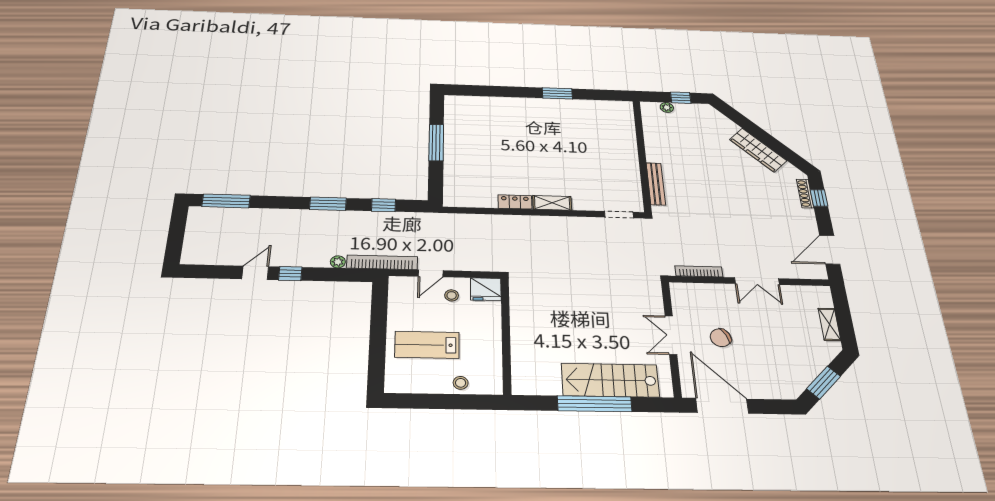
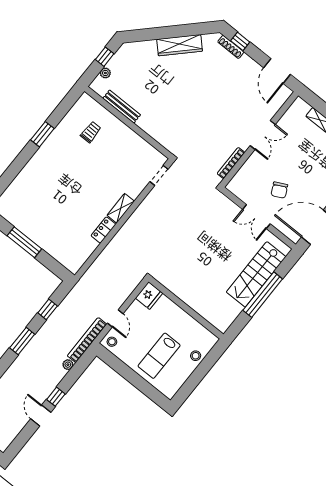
trolley: (600, 130) -> (91, 132), added
bench: (656, 184) -> (122, 106), moved
stool: (452, 295) -> (112, 342), moved

